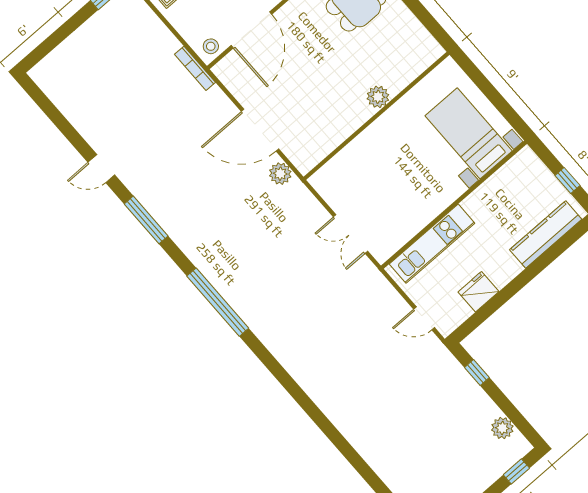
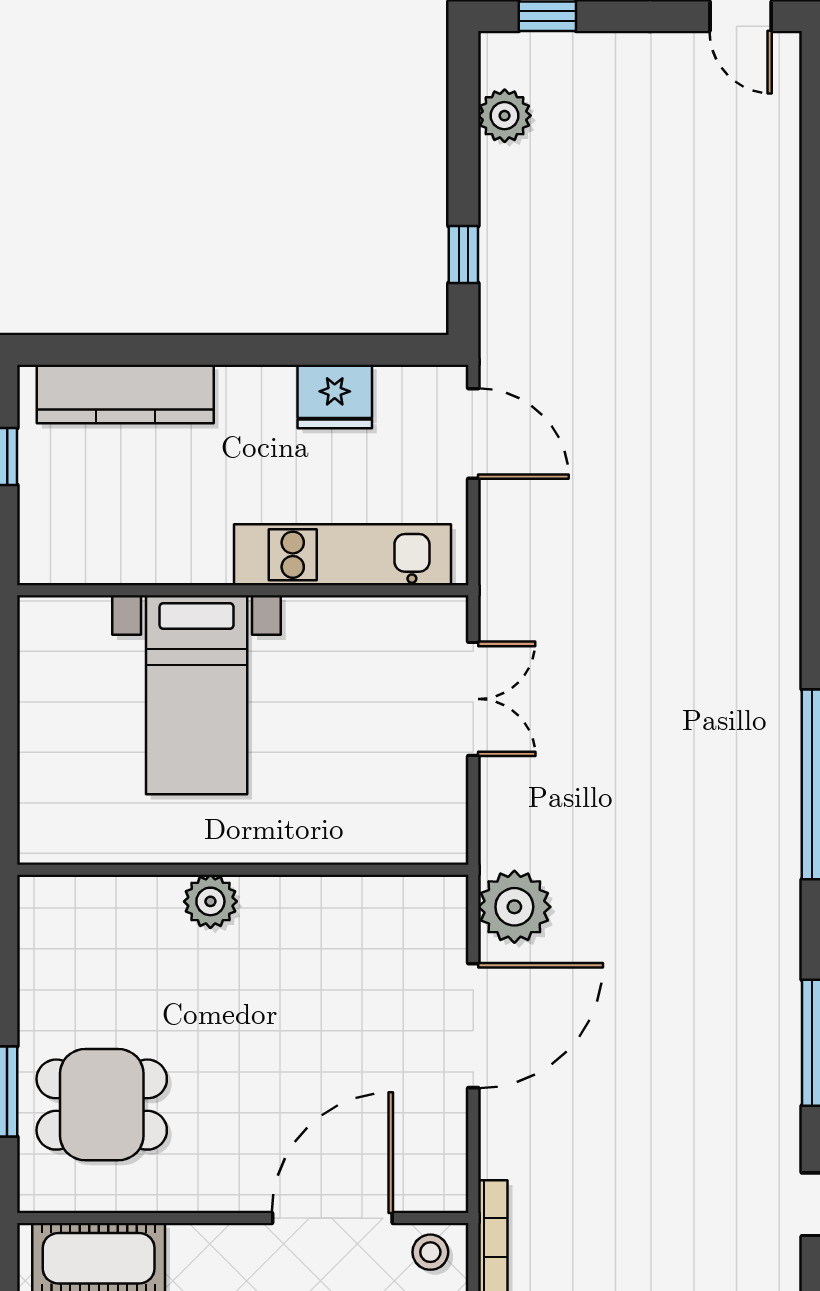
door: (260, 130) -> (473, 1026), hinge flipped
bed with nightstands: (469, 133) -> (197, 695), moved
plant: (280, 174) -> (514, 907), width x1.36, depth x1.36
door: (424, 318) -> (473, 434), width x1.38

